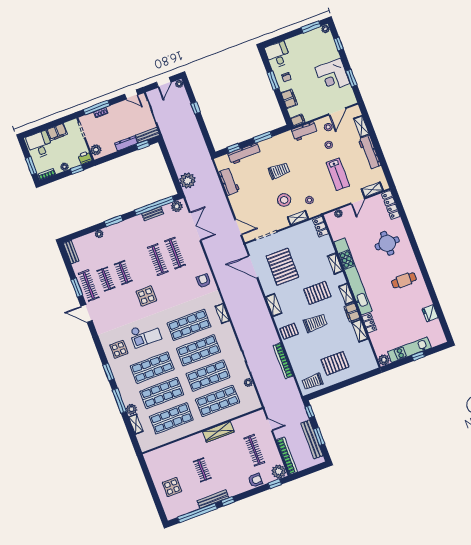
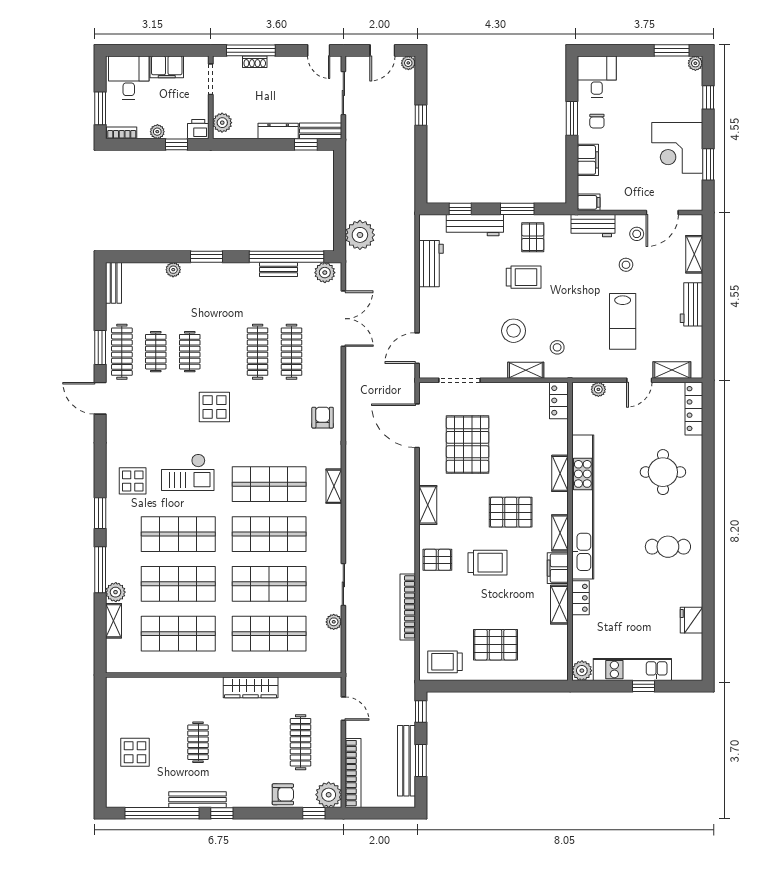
pallet: (276, 149) -> (533, 237), added
workbench: (370, 152) -> (691, 304), width x0.73
door: (238, 227) -> (417, 348), swing flipped

